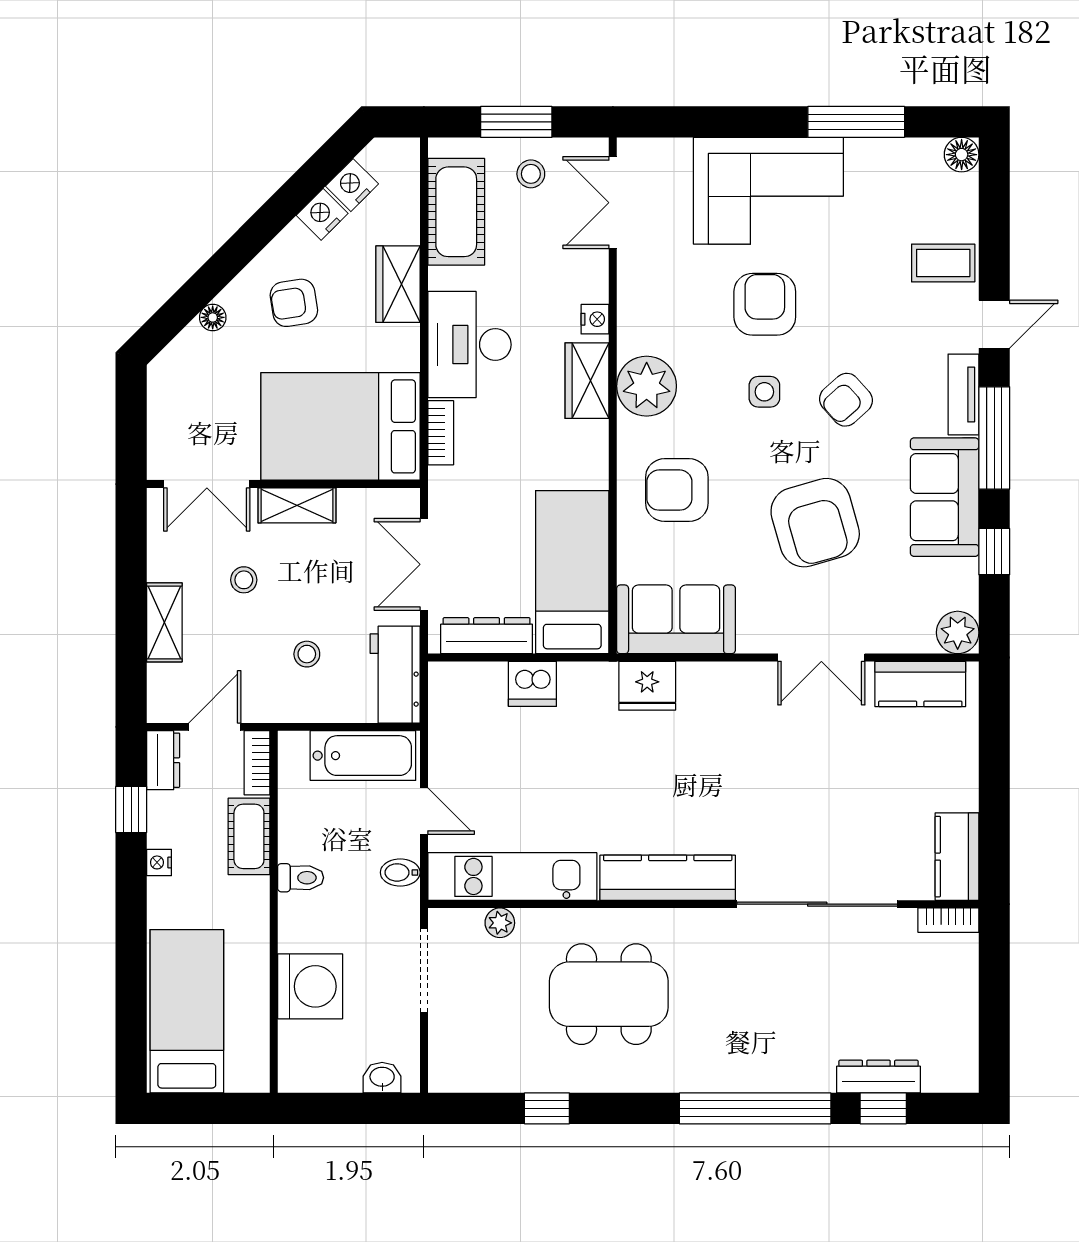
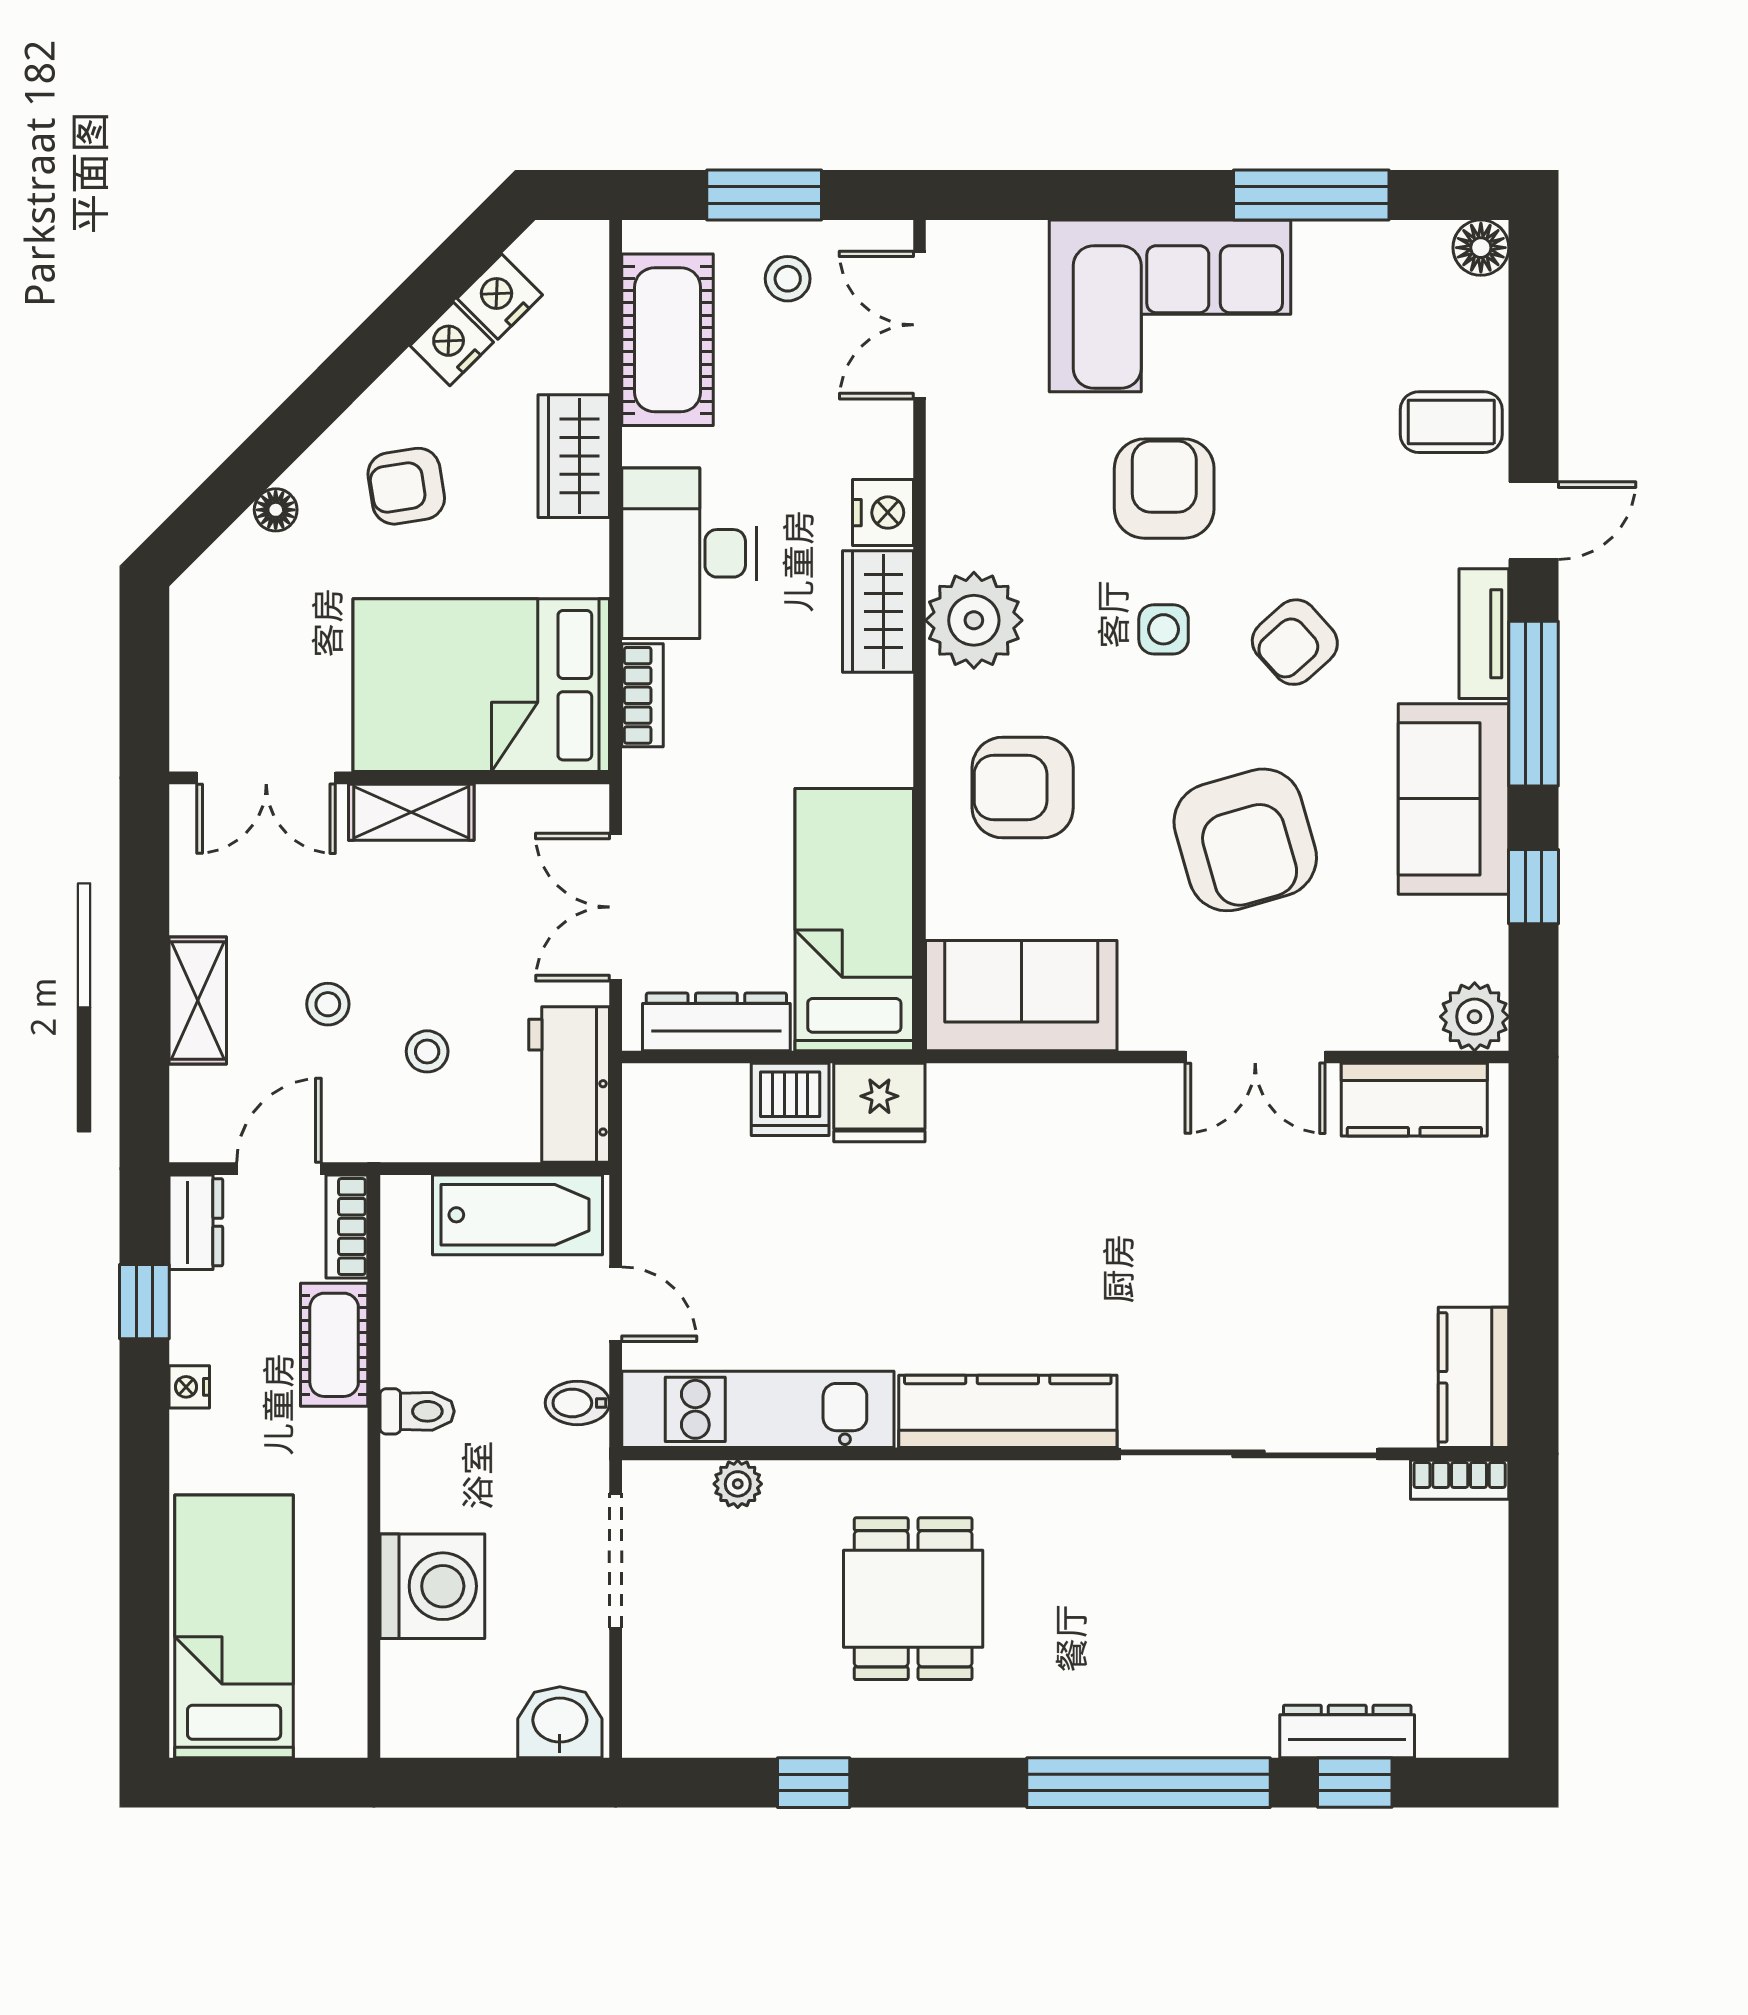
nightstand: (595, 319) -> (883, 513), width x1.39, depth x1.35
stool: (244, 580) -> (328, 1004), moved
fridge: (647, 686) -> (879, 1102), moved
dining table: (609, 994) -> (913, 1599), width x0.73
washbasin: (382, 1078) -> (560, 1722), width x1.38, depth x1.45

